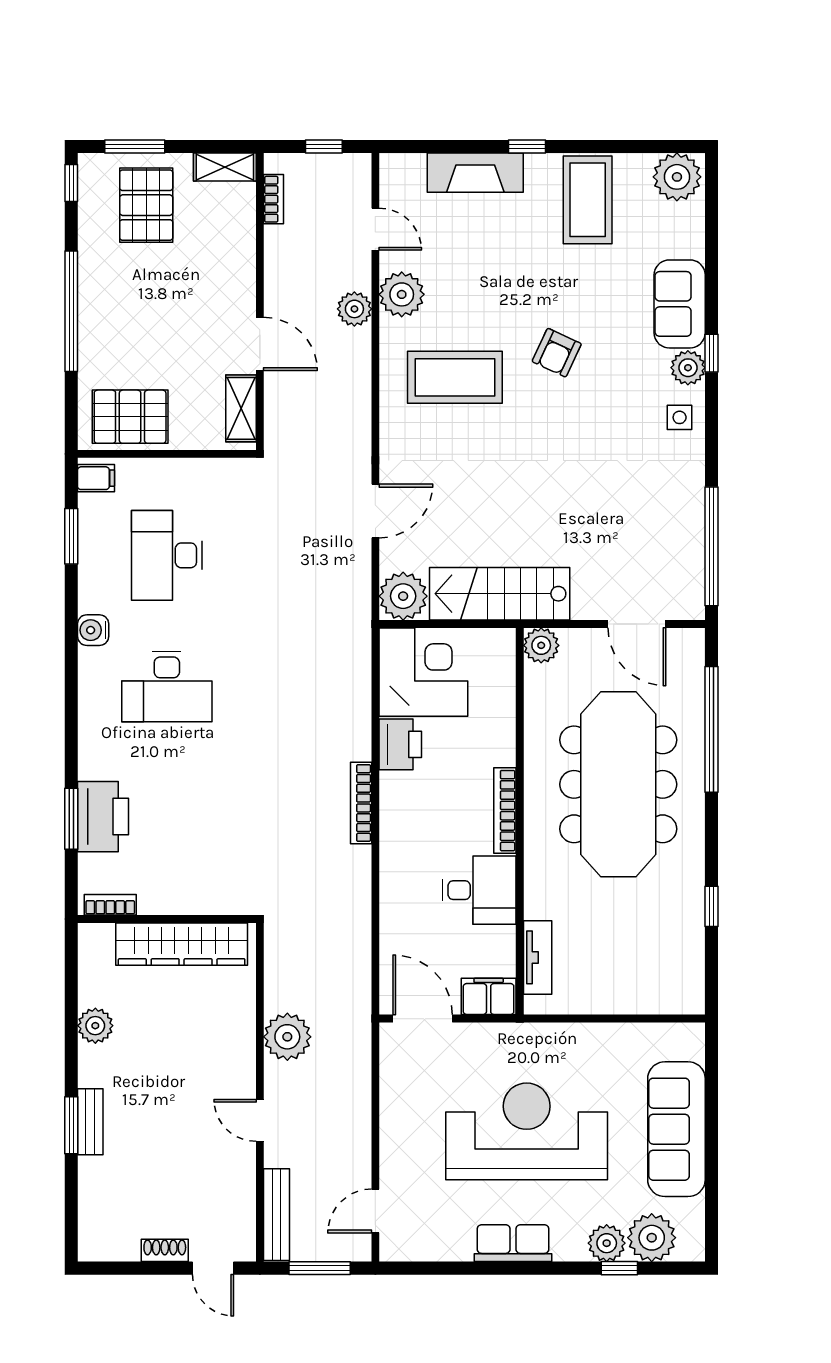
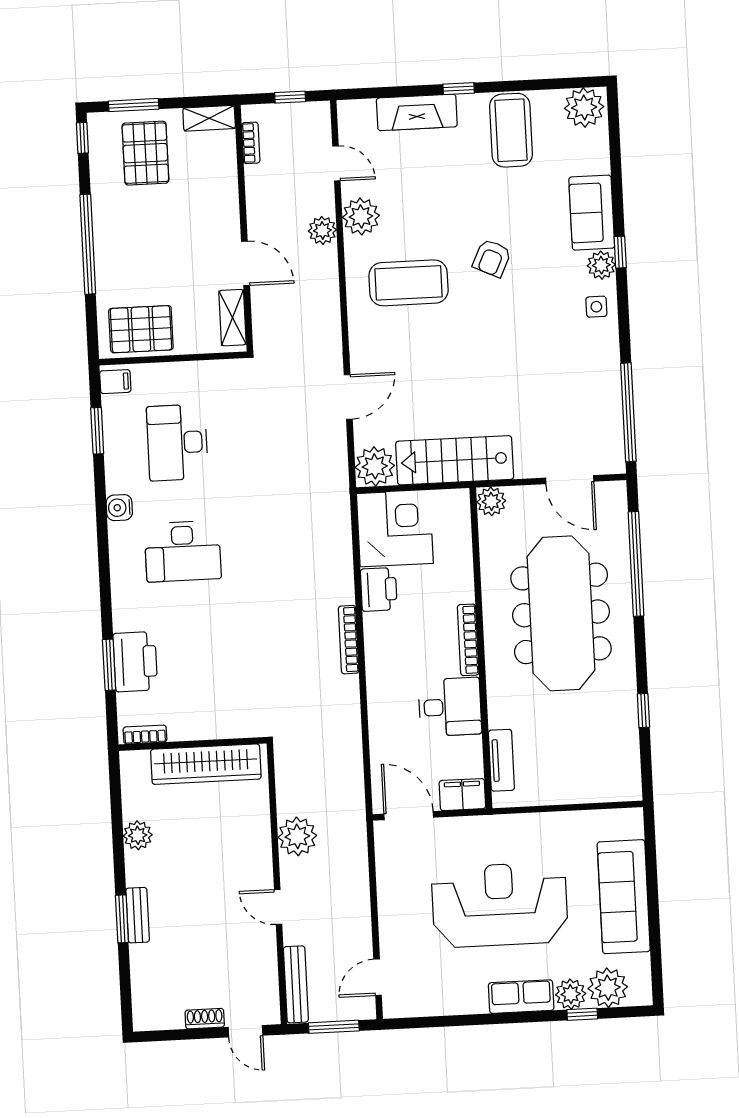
row of seats: (513, 1243) -> (521, 997), moved

